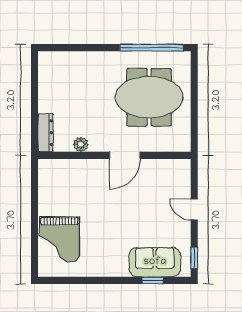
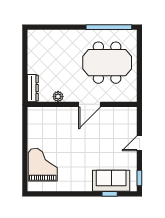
door: (194, 210) -> (139, 143), hinge flipped
grand piano: (59, 239) -> (43, 165), turned 180

